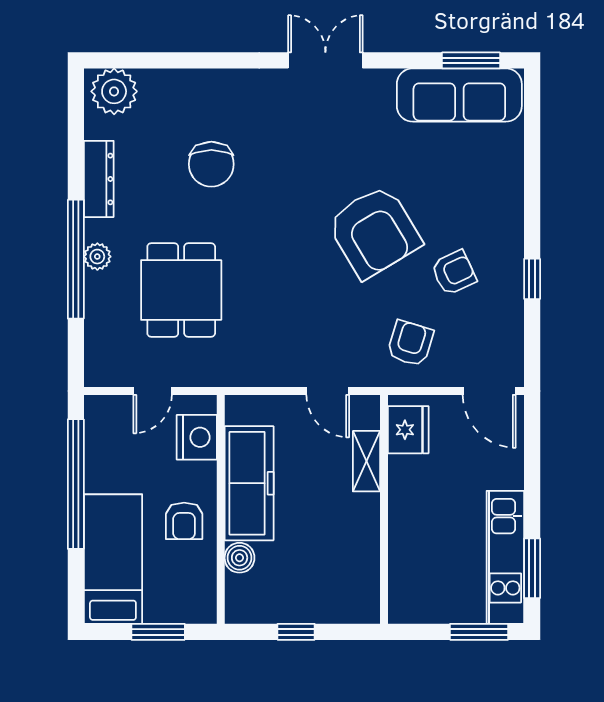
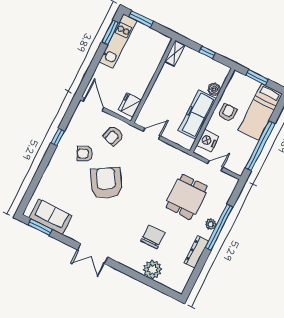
plant: (114, 91) -> (152, 270), moved
sofa: (459, 95) -> (51, 217), width x0.73
door: (328, 391) -> (152, 134), hinge flipped
shelving: (366, 461) -> (175, 53), moved

